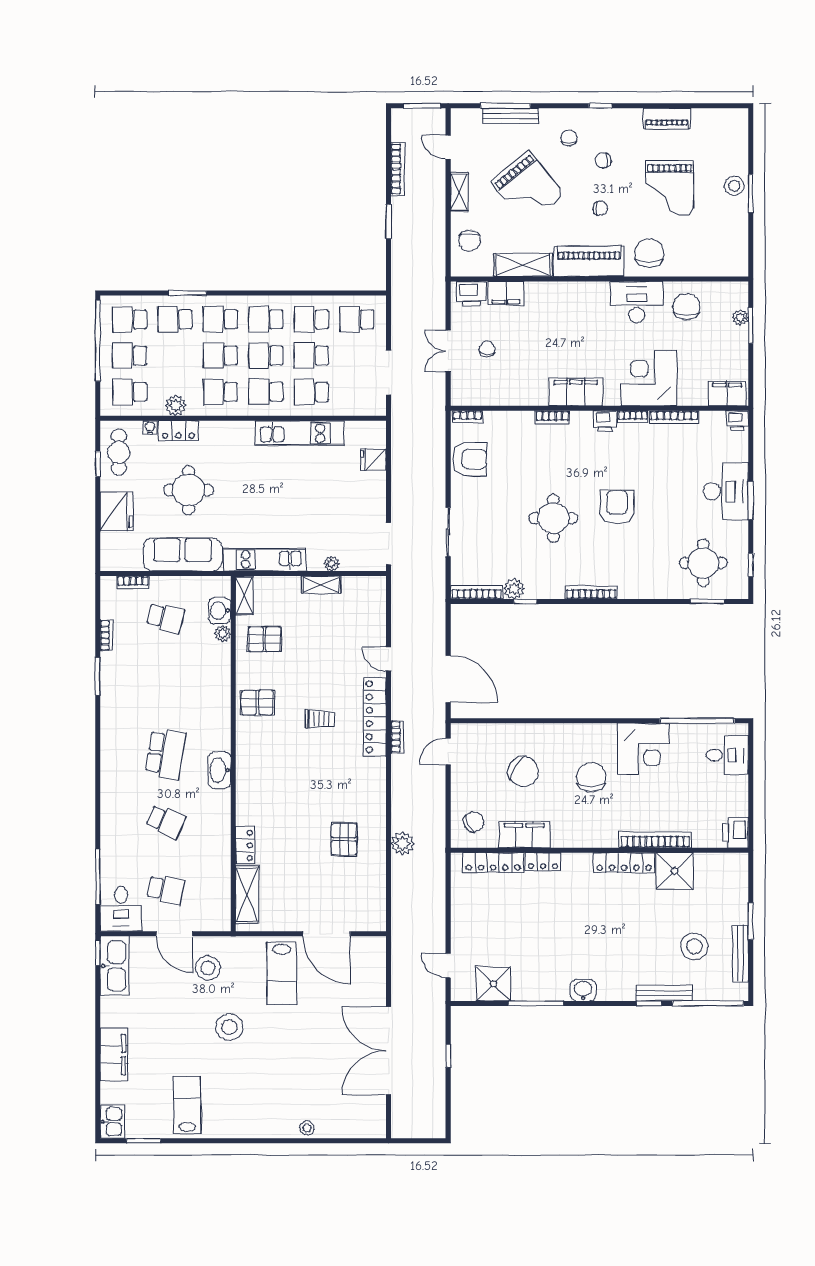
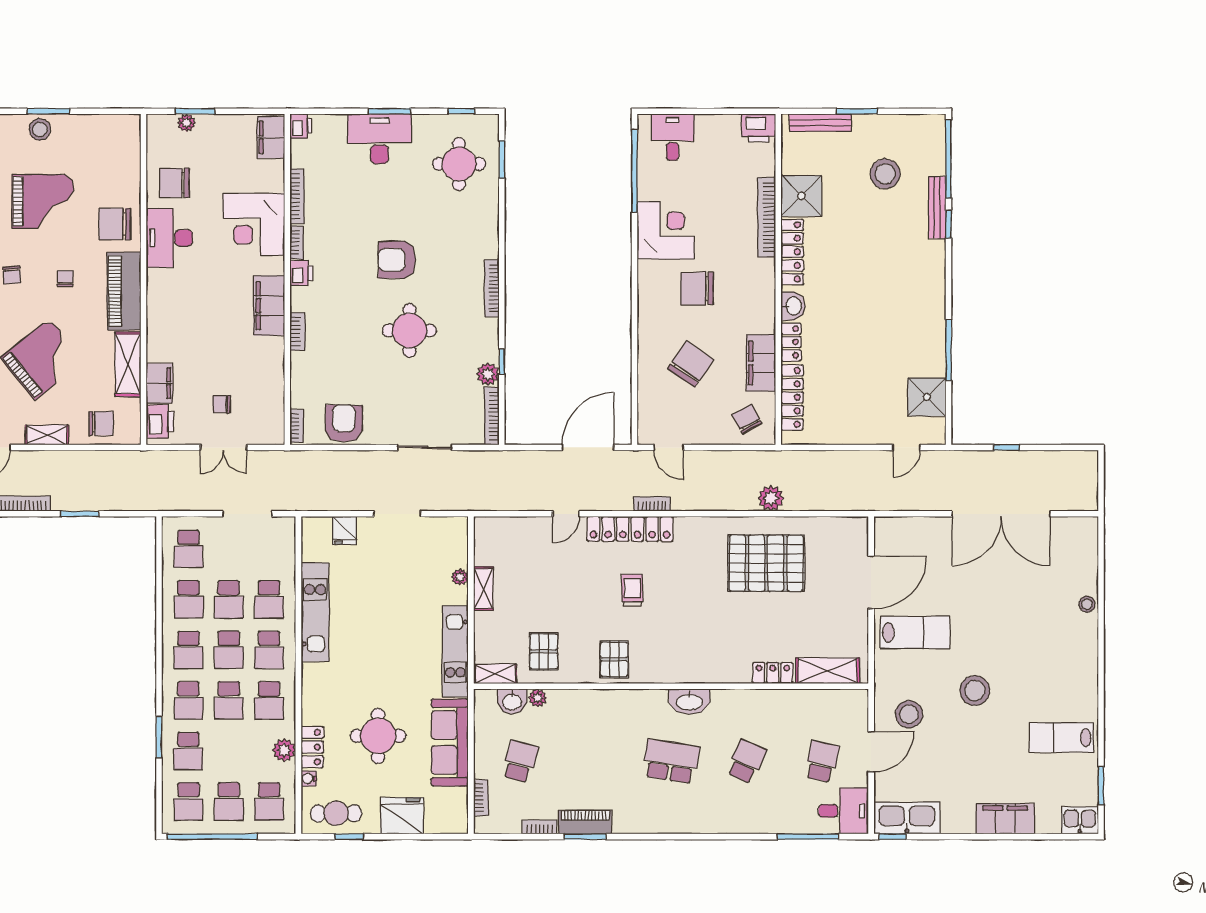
doorway: (388, 544) -> (397, 514), moved
piano: (111, 676) -> (585, 822), added
pallet: (344, 839) -> (766, 563), width x2.05, depth x2.00
bench: (740, 954) -> (820, 123), moved
washbasin: (583, 990) -> (793, 306), moved, turned 180

